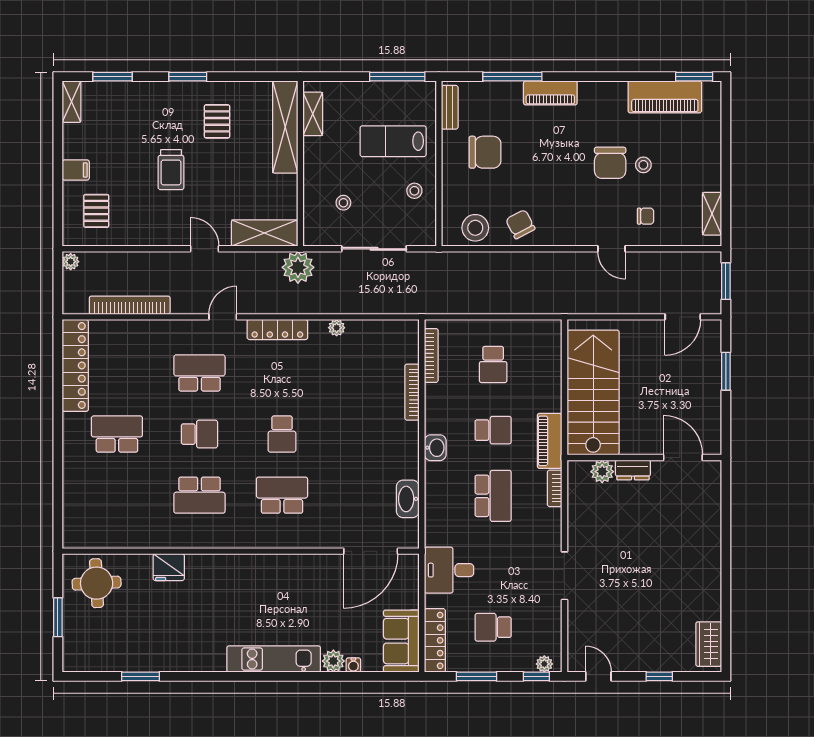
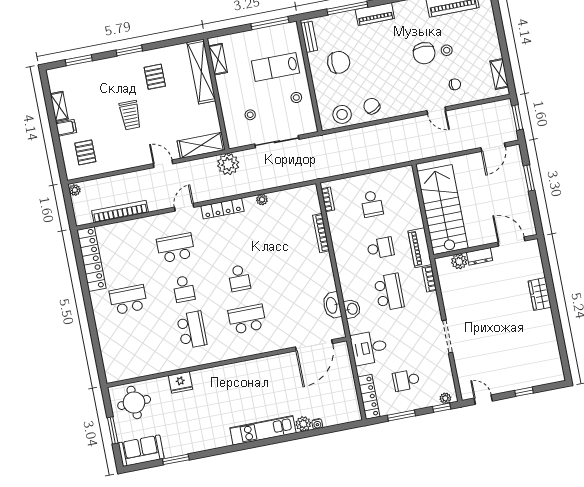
shelving: (72, 102) -> (59, 106), moved
bookcase: (431, 355) -> (328, 199), width x0.64
school desk: (199, 434) -> (184, 289), turned 90
washbasin: (435, 448) -> (352, 309), moved
school desk: (199, 495) -> (192, 330), turned -90
sofa: (401, 641) -> (141, 451), moved, turned 90
wardrobe: (709, 644) -> (540, 294), moved

